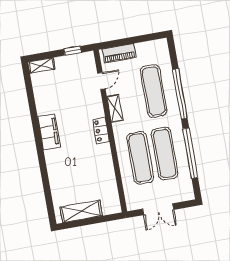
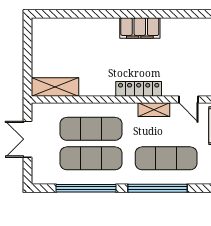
locker: (101, 131) -> (139, 89), width x1.53
shelving: (81, 211) -> (55, 87), moved, turned 90

